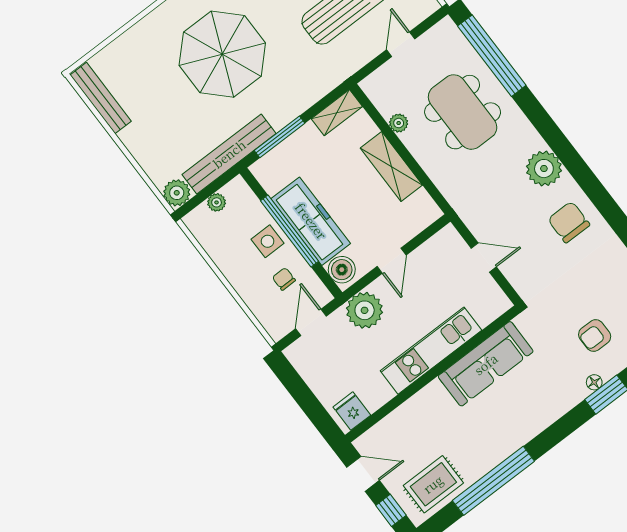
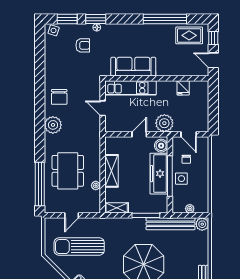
door: (311, 322) -> (189, 134), hinge flipped
kitchen unit: (431, 351) -> (130, 88), moved
fridge: (352, 411) -> (183, 88), moved

